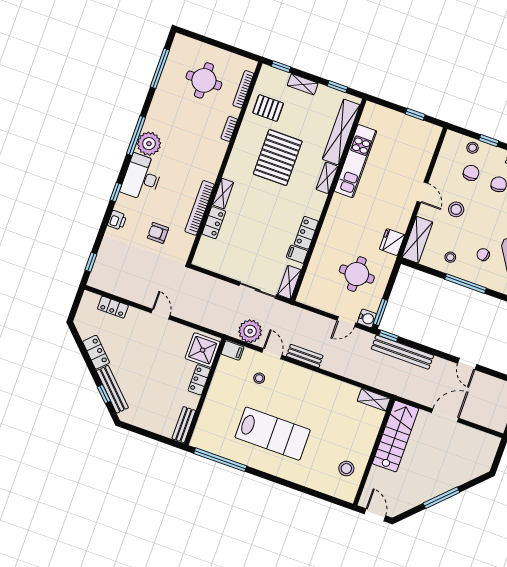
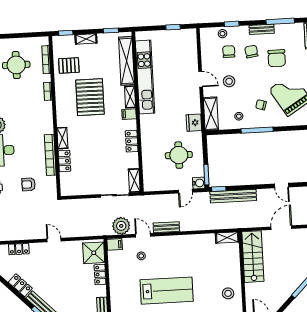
kitchen unit: (356, 161) -> (145, 77), width x1.36
filing cabinet: (297, 254) -> (129, 114), moved

